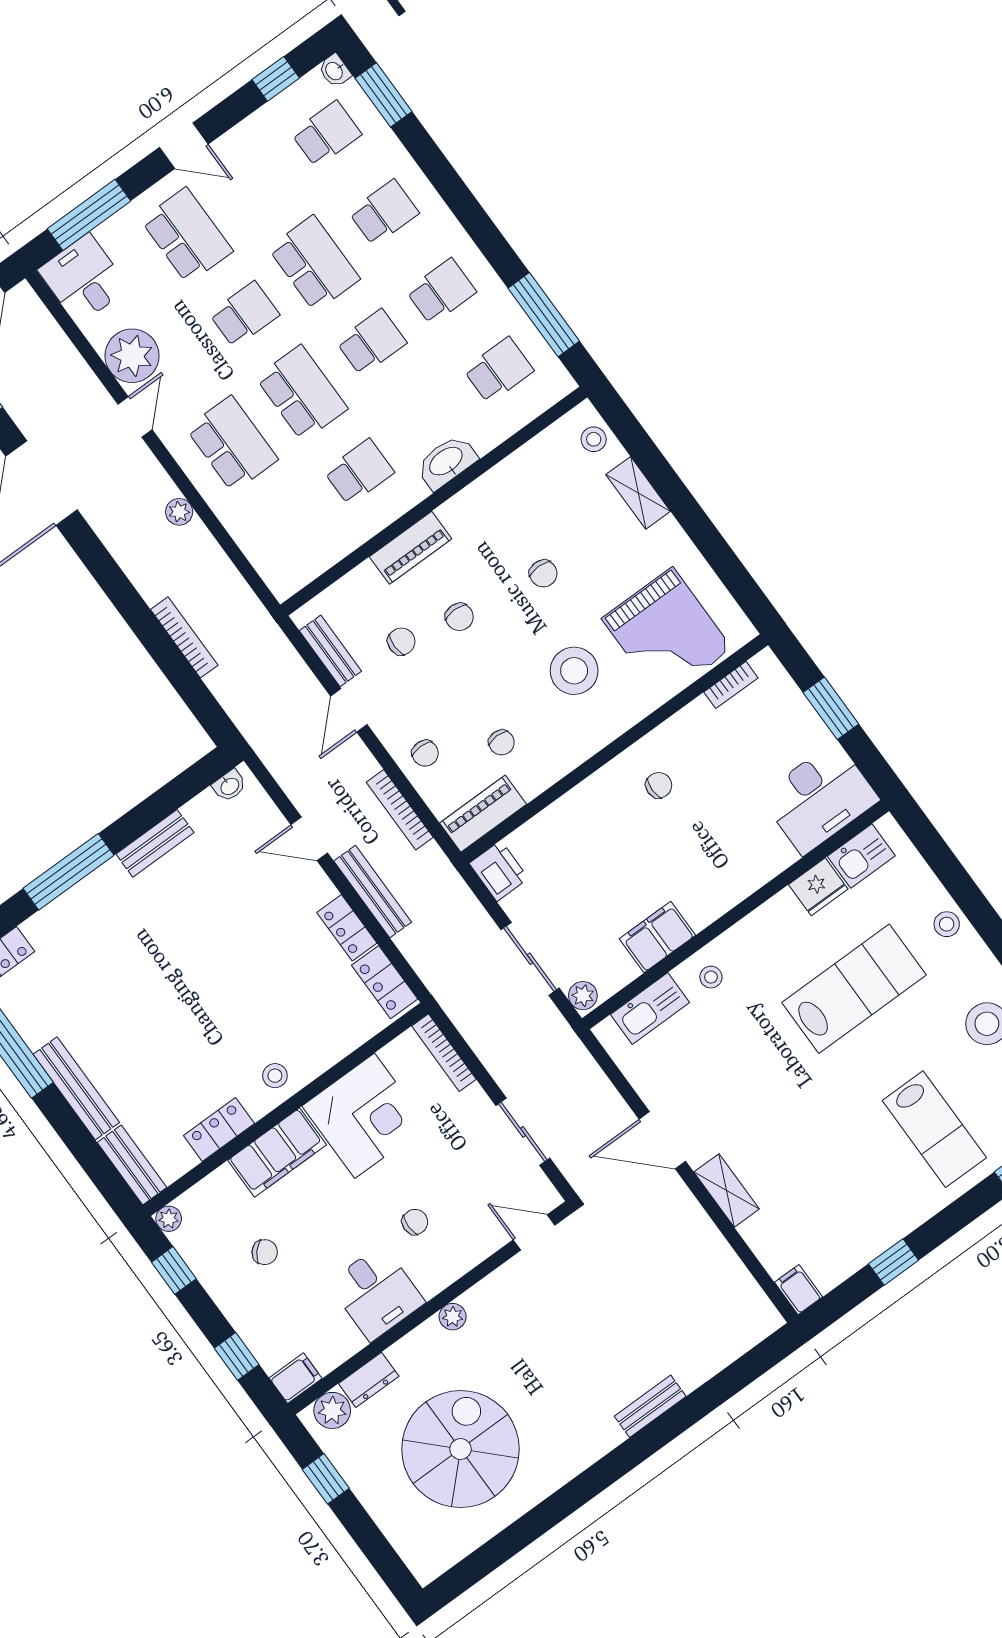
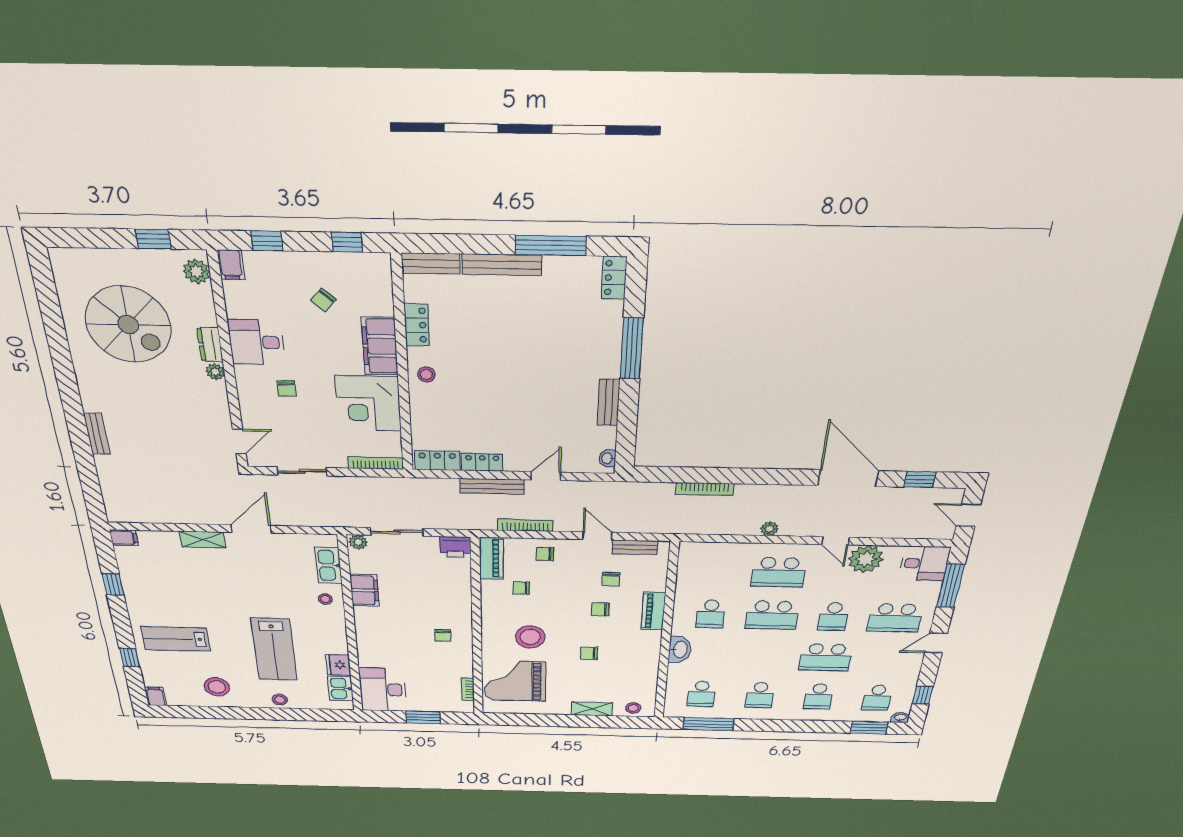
school desk: (371, 342) -> (766, 656), removed
plant: (169, 1219) -> (382, 261), removed
dresser: (369, 1380) -> (210, 345), moved

